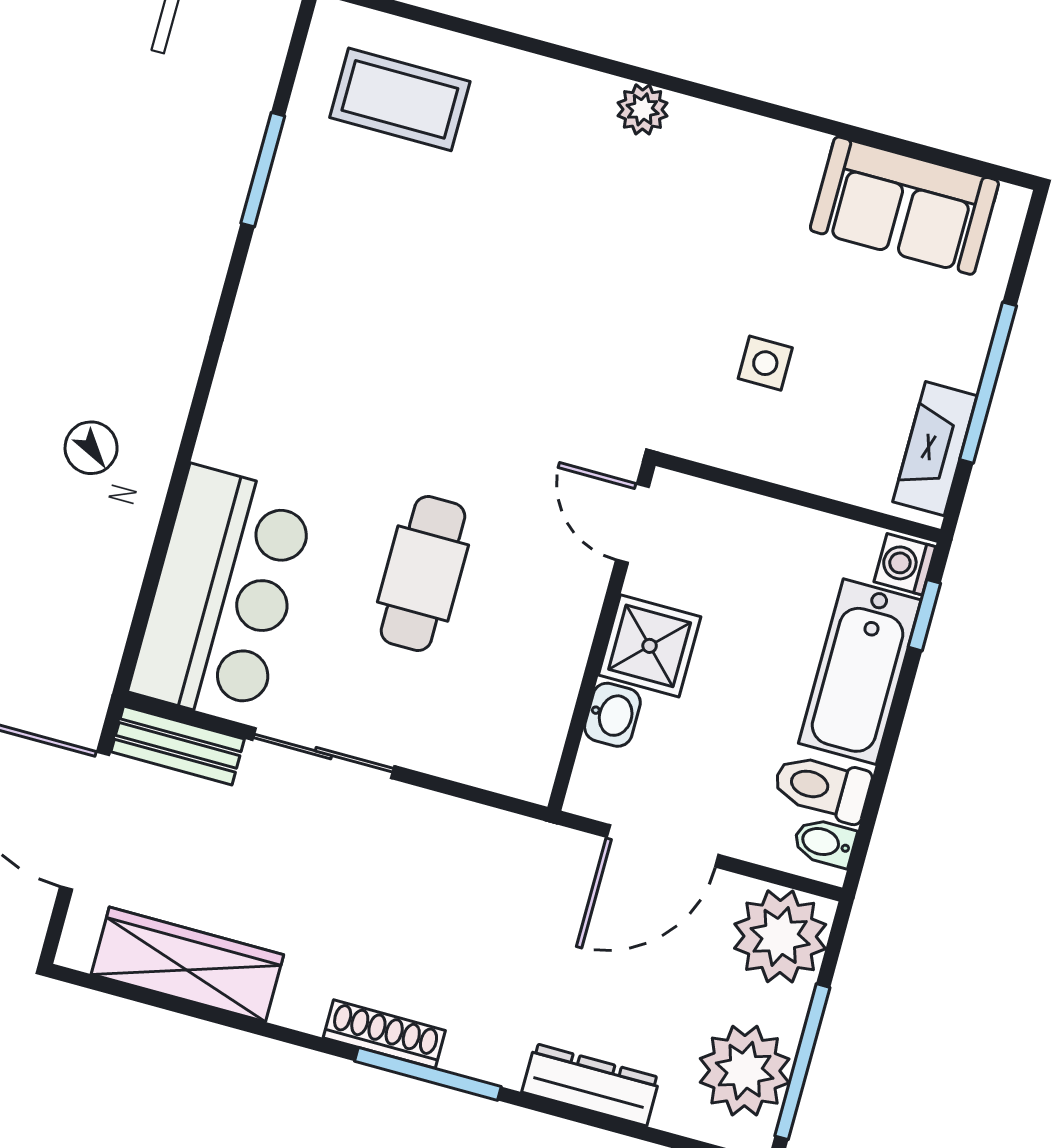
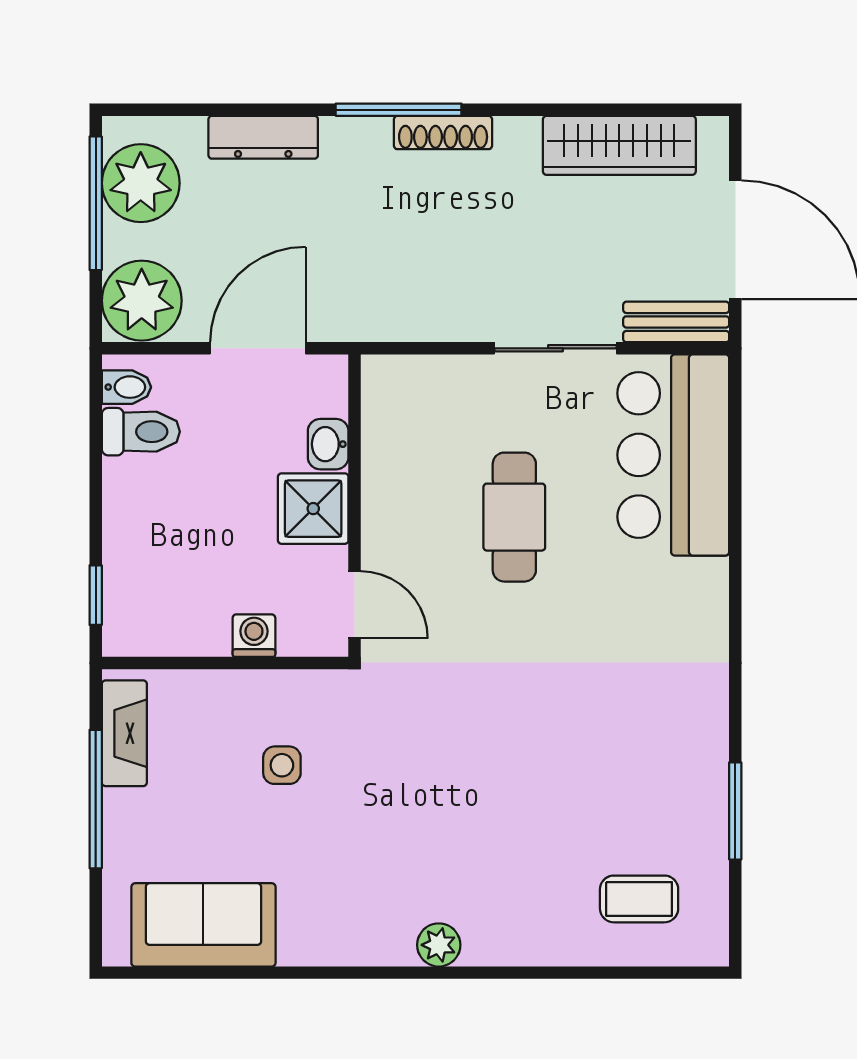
coffee table: (400, 99) -> (639, 899), width x0.73, depth x0.77
washing machine: (905, 564) -> (254, 636), moved, turned -90
bathtub: (860, 672) -> (136, 535), removed

